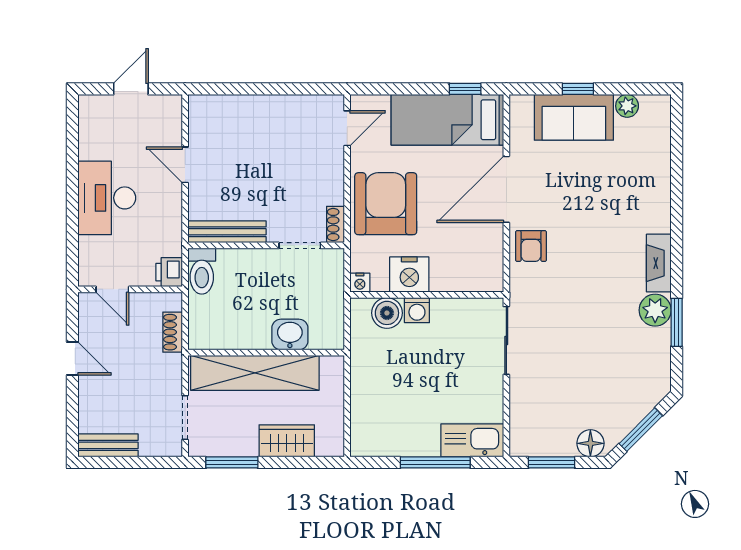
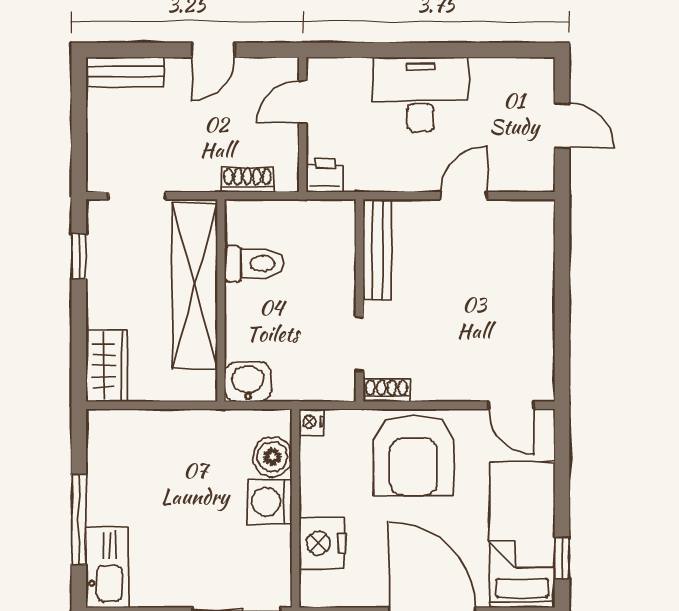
armchair: (386, 204) -> (413, 455), turned 90
toilet: (202, 271) -> (254, 264), moved, turned 180
nightstand: (409, 275) -> (322, 543), moved
washing machine: (417, 310) -> (270, 502), width x1.38, depth x1.38
washbasin: (290, 335) -> (248, 382), moved, turned -90
wardrobe: (287, 441) -> (107, 366), moved
bench: (108, 445) -> (125, 72), moved, turned 90
window: (232, 462) -> (79, 256), width x0.67

